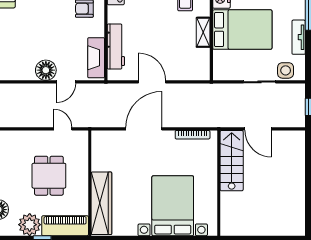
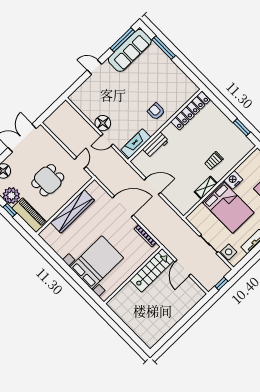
workbench: (116, 47) -> (156, 145), width x0.73
door: (152, 82) -> (152, 186), hinge flipped
wardrobe: (101, 203) -> (72, 211), moved

